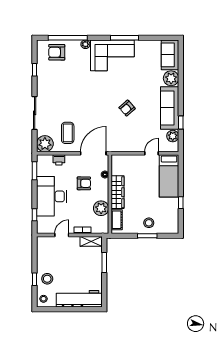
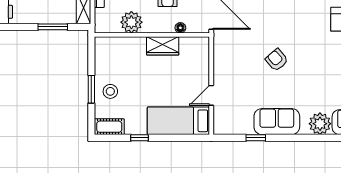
sofa: (170, 108) -> (277, 122), width x0.73
plant: (173, 136) -> (236, 126), removed
door: (152, 153) -> (211, 95), swing flipped
wardrobe: (117, 192) -> (163, 46), width x0.67
cot: (117, 220) -> (109, 127), moved

